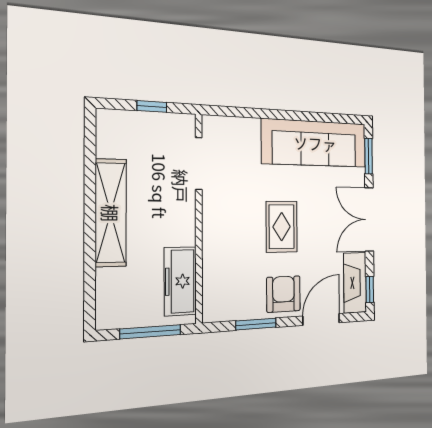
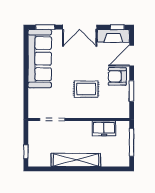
window: (152, 106) -> (26, 152), moved
rug: (282, 227) -> (86, 89), moved
freezer: (180, 281) -> (104, 128), width x0.71
door: (321, 319) -> (132, 56), hinge flipped

